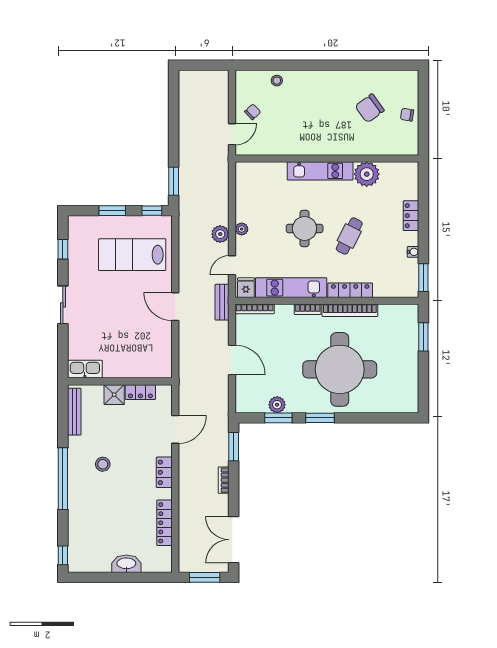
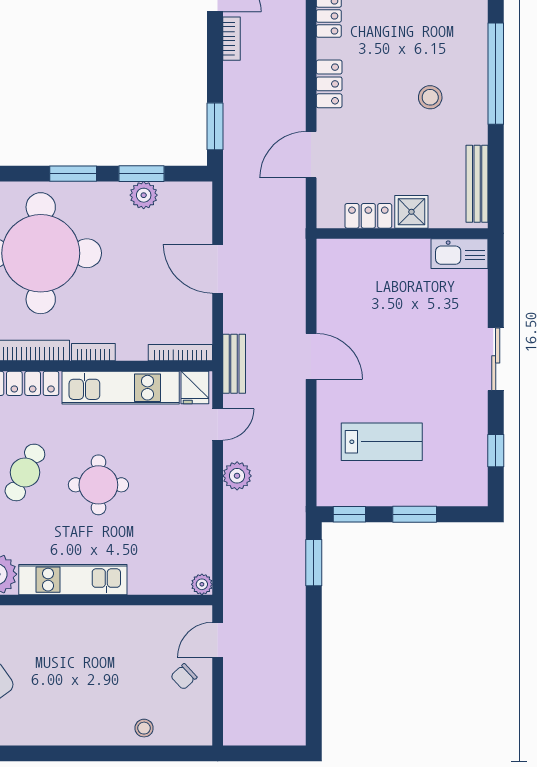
plant: (242, 229) -> (202, 584), moved
lab bench: (132, 255) -> (382, 442), width x0.73, depth x0.72
bookcase: (224, 480) -> (232, 39), moved

